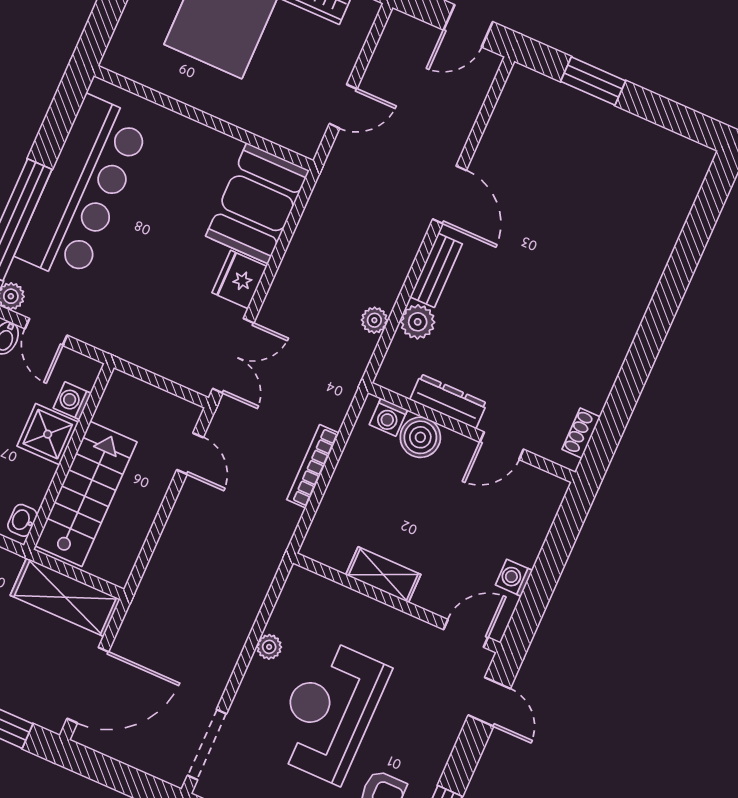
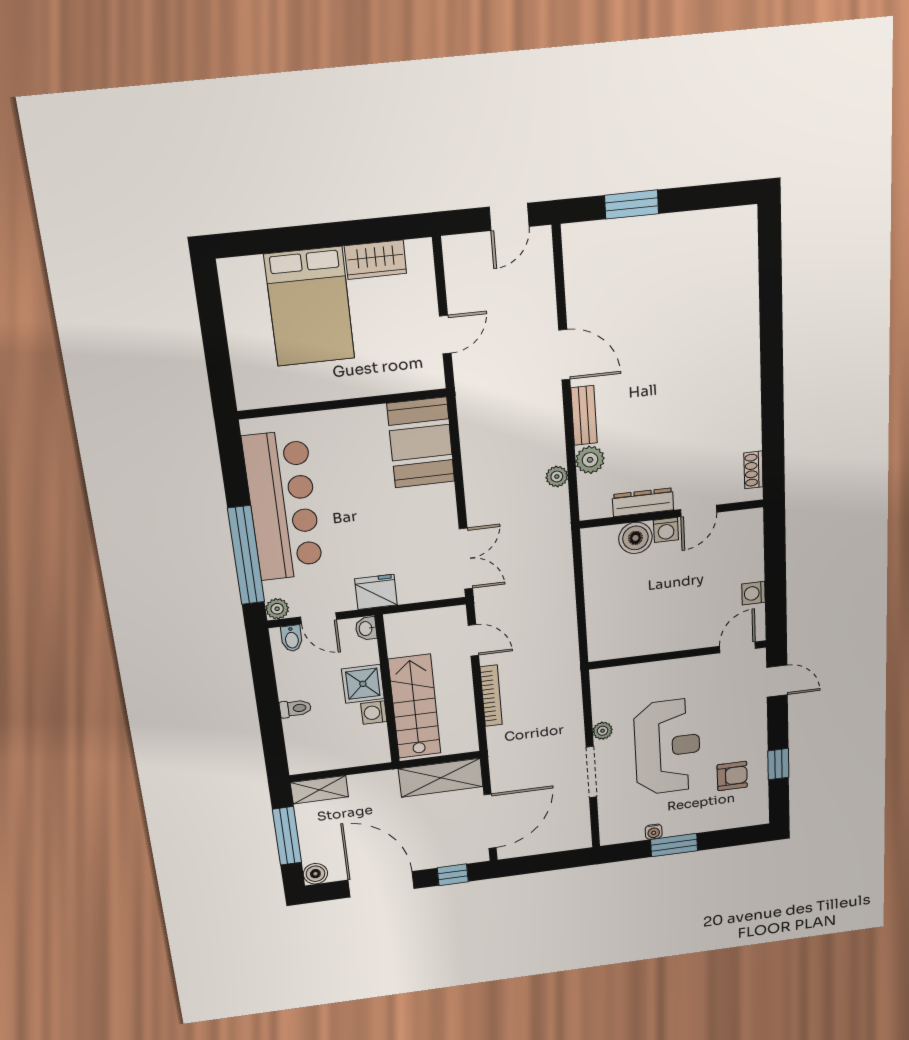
fridge: (239, 280) -> (376, 592), moved, turned 90
washing machine: (72, 401) -> (374, 713), moved
washing machine: (388, 417) -> (666, 530), moved
bookcase: (313, 466) -> (491, 696), moved, turned 180
washbasin: (22, 520) -> (366, 629), moved
shelving: (383, 575) -> (658, 642), removed
reception desk: (329, 711) -> (667, 747), turned 180
doorway: (207, 745) -> (591, 772), moved

